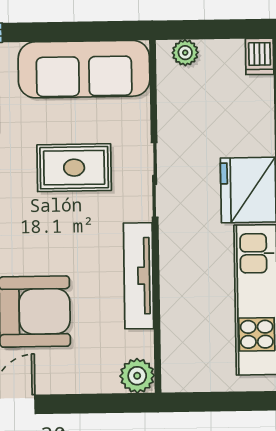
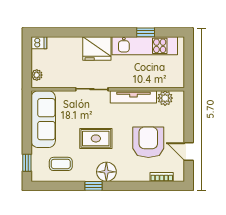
rug: (74, 168) -> (96, 138), moved, turned 90
plant: (137, 376) -> (165, 98), moved

